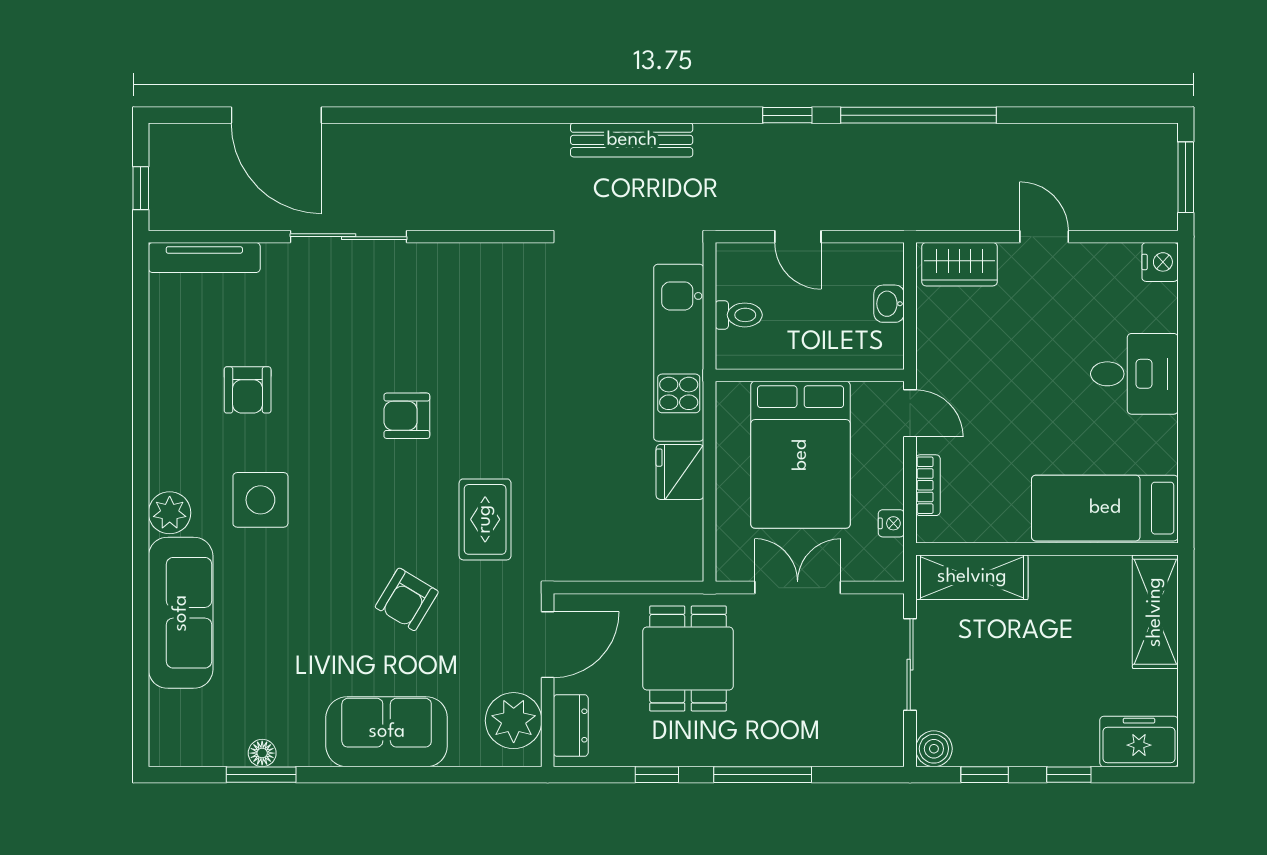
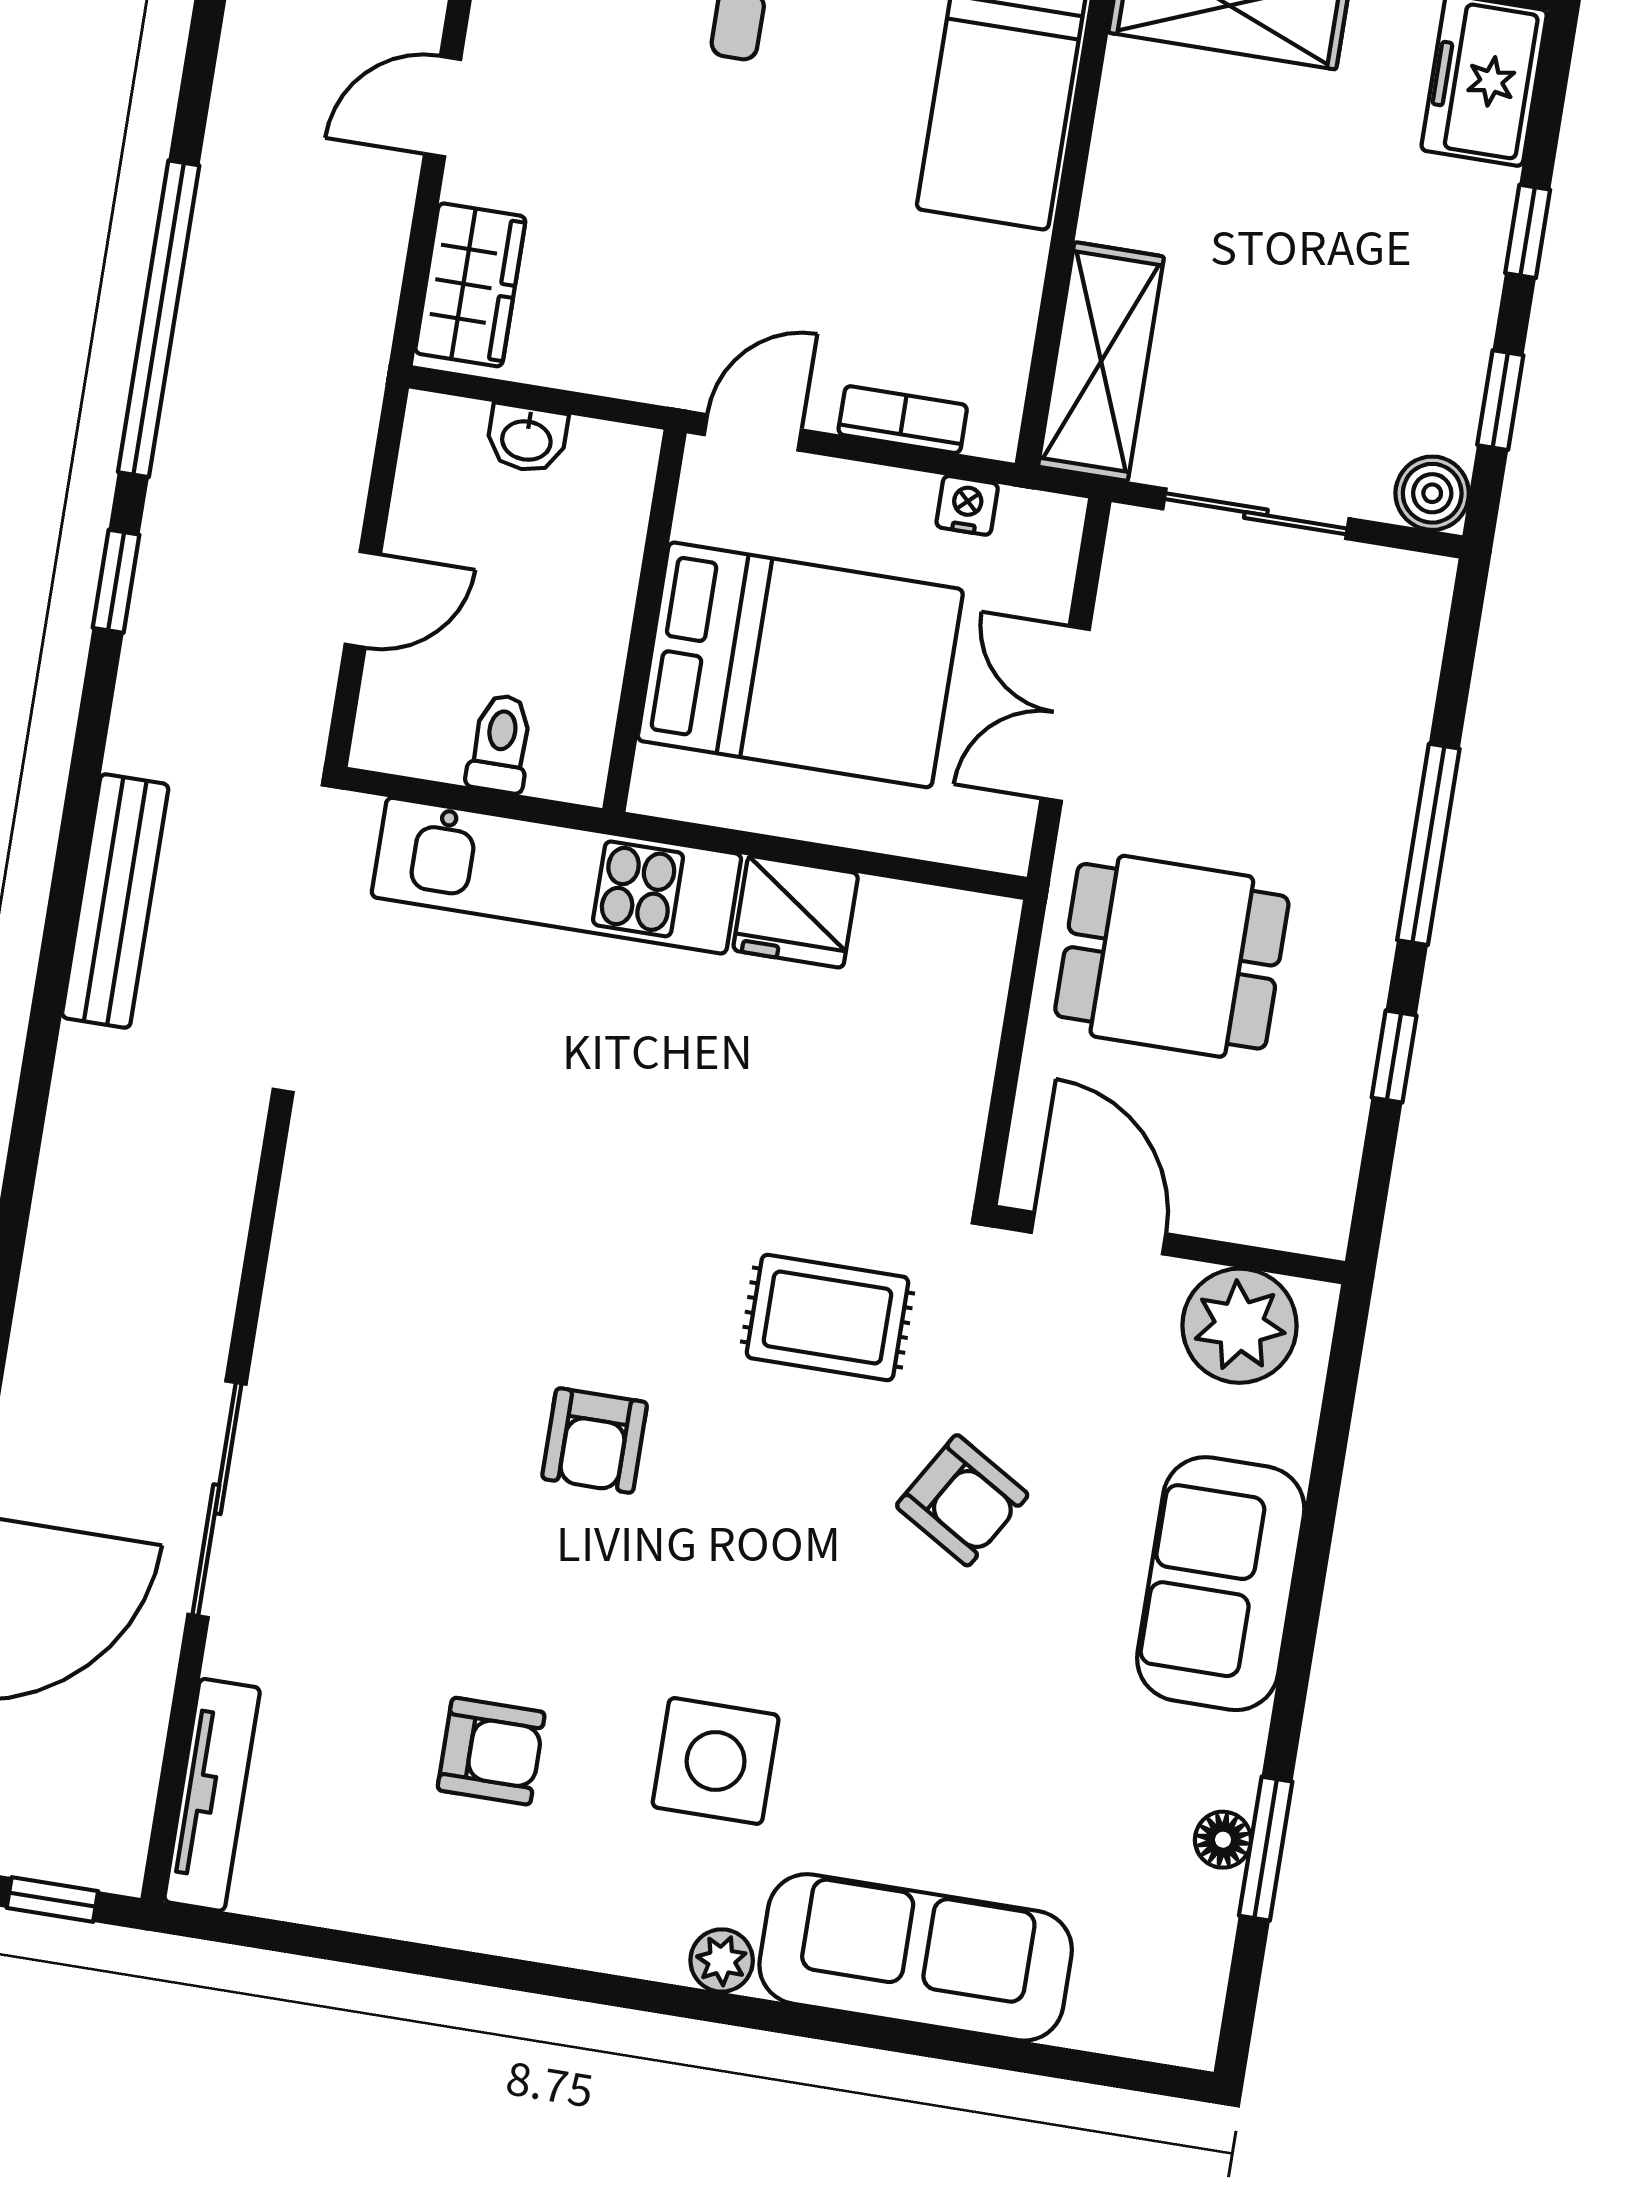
plant: (170, 513) -> (722, 1960), width x0.73, depth x0.73
dresser: (571, 726) -> (1268, 1213), removed

